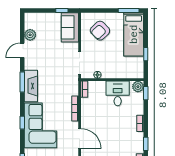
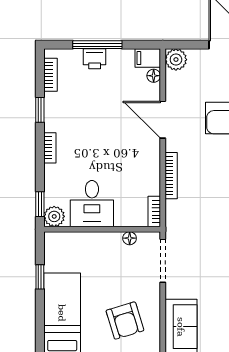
armchair: (100, 31) -> (125, 321), turned 117

